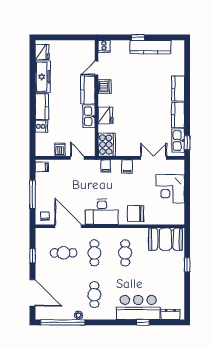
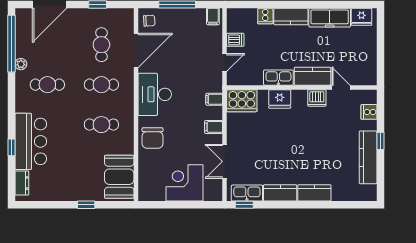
cooker: (104, 46) -> (369, 112), moved
double door: (154, 158) -> (225, 161), swing flipped
chair: (136, 214) -> (152, 138), turned 180

